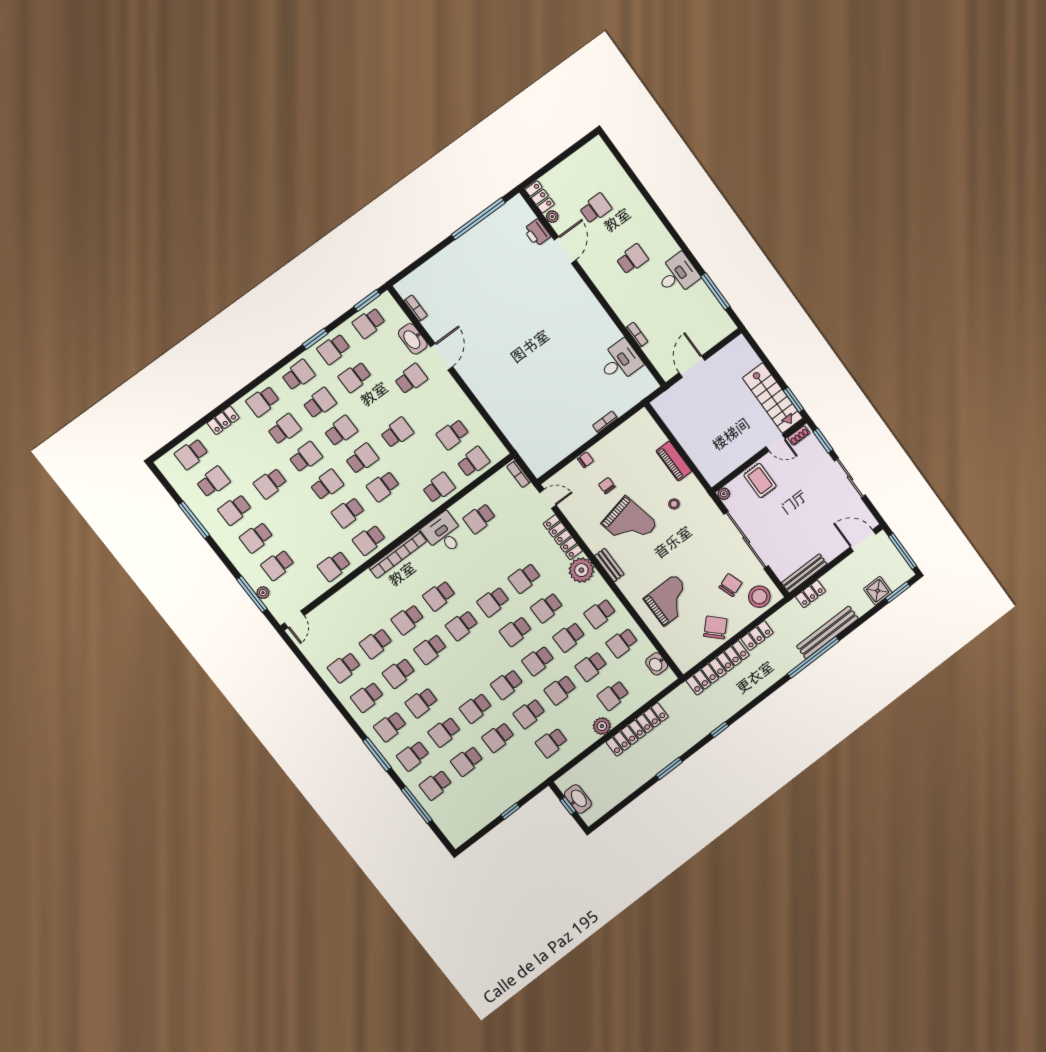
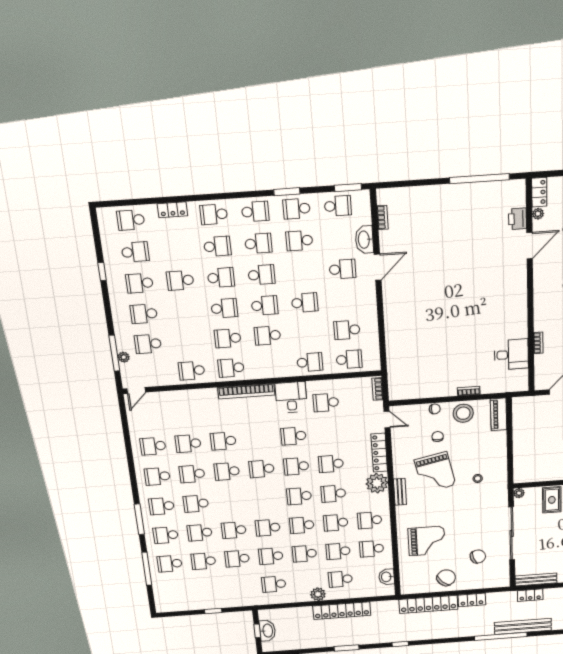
school desk: (369, 323) -> (338, 206), turned 180
piano: (674, 461) -> (499, 414), moved
window: (194, 520) -> (102, 272), width x0.46
school desk: (439, 596) -> (293, 436), moved
stool: (759, 597) -> (463, 413), moved

